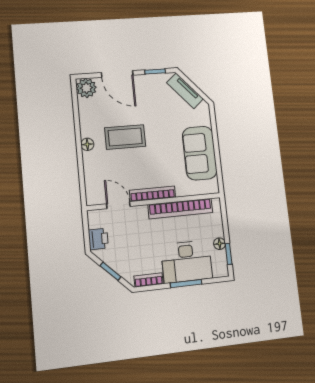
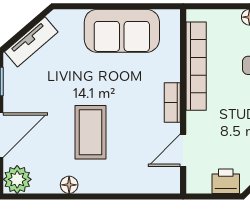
floor lamp: (87, 144) -> (69, 185), moved
bookcase: (153, 194) -> (172, 102), width x0.64

